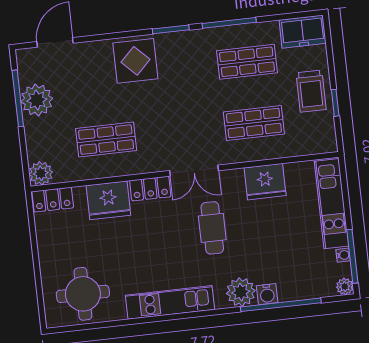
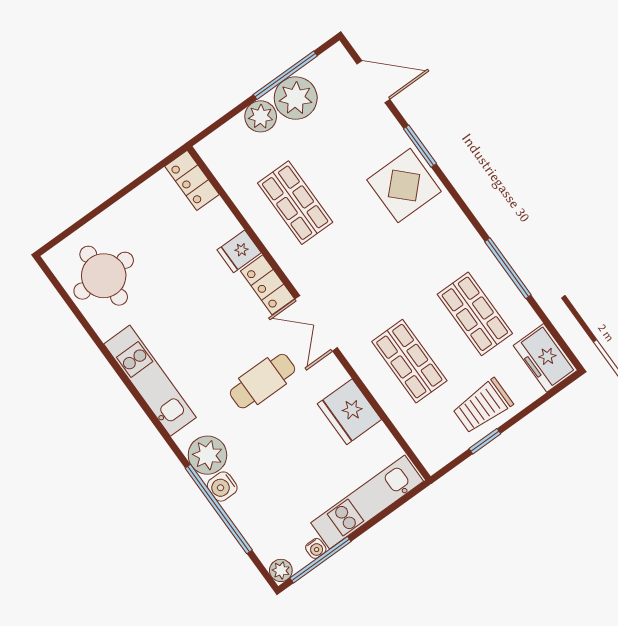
window: (171, 29) -> (420, 146), moved
plant: (41, 173) -> (261, 116), moved
fridge: (108, 200) -> (239, 251), width x0.53, depth x0.75

